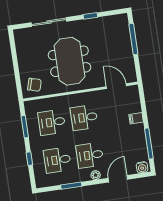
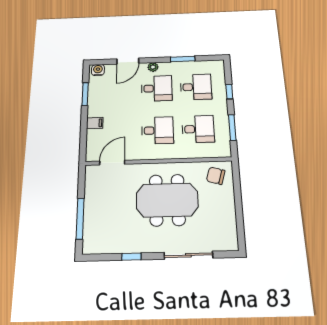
meeting table: (69, 61) -> (167, 200), turned 90
door: (116, 86) -> (112, 163), swing flipped
window: (149, 144) -> (85, 94), width x0.69

